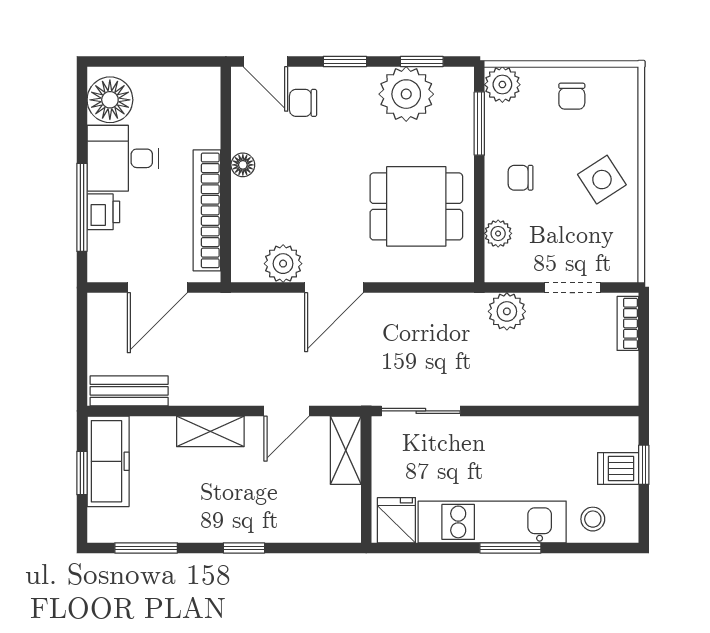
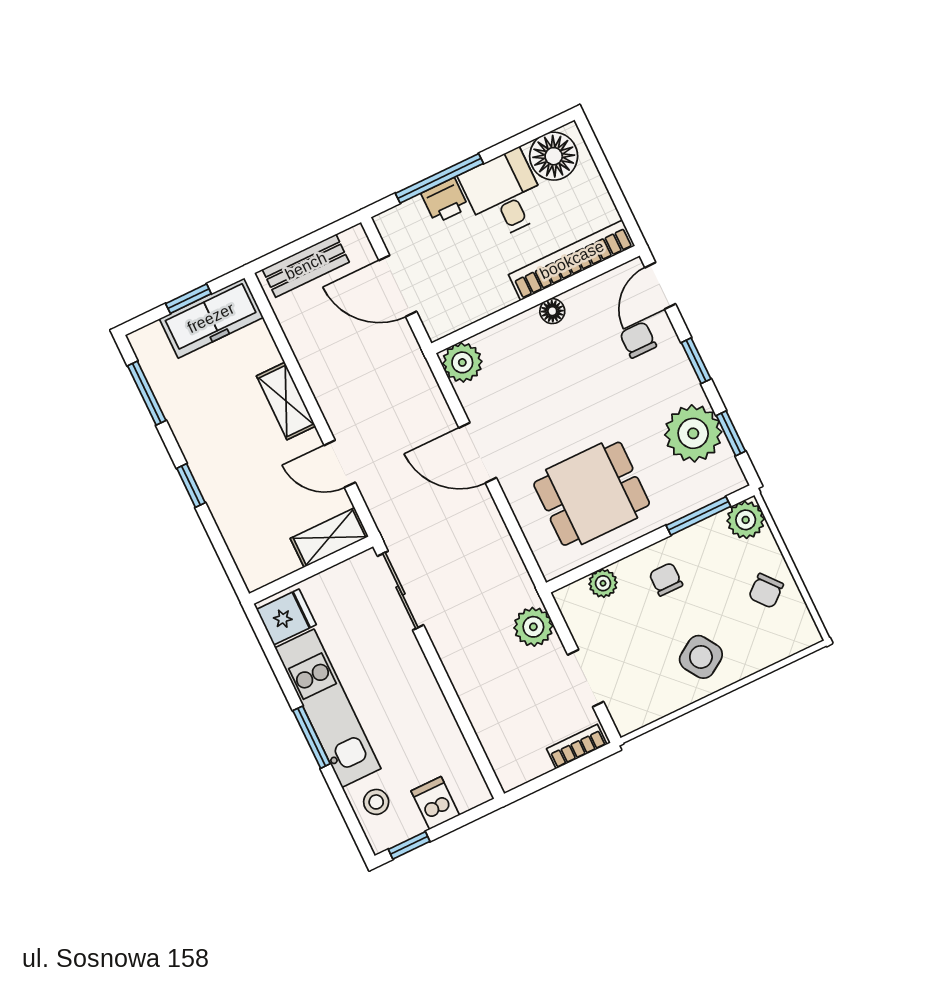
chair: (572, 96) -> (766, 591), turned -40
dining table: (416, 206) -> (592, 494), turned 90
bookcase: (207, 210) -> (572, 260), moved
plant: (283, 264) -> (462, 362), moved
bench: (129, 391) -> (306, 266), moved, turned 90
window: (644, 465) -> (409, 845), moved

